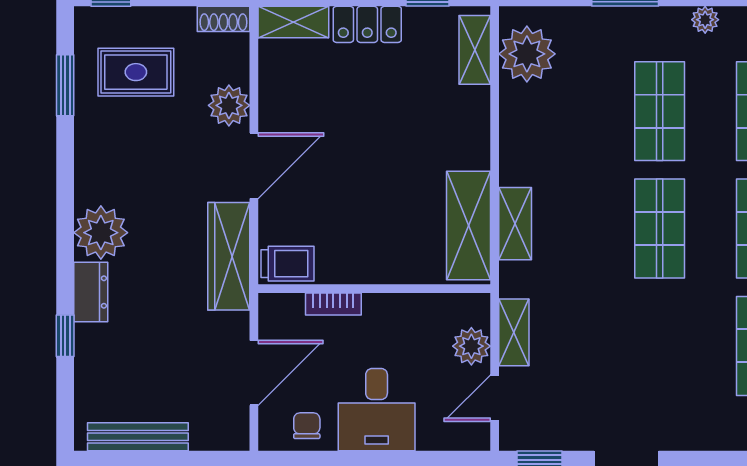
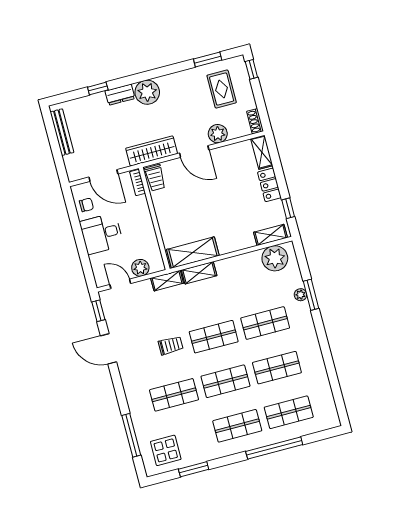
plant: (705, 20) -> (300, 295), moved
bookcase: (333, 304) -> (138, 183), moved
trolley: (654, 325) -> (171, 346), added
shelving: (514, 332) -> (167, 281), moved

